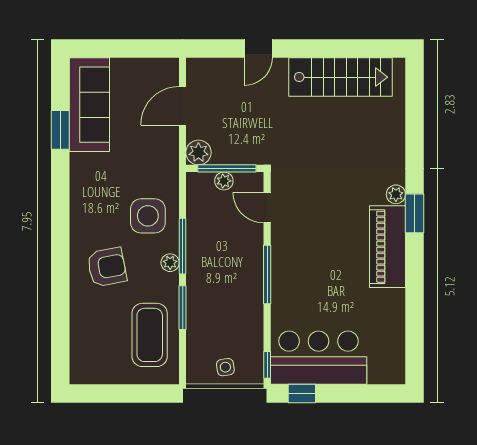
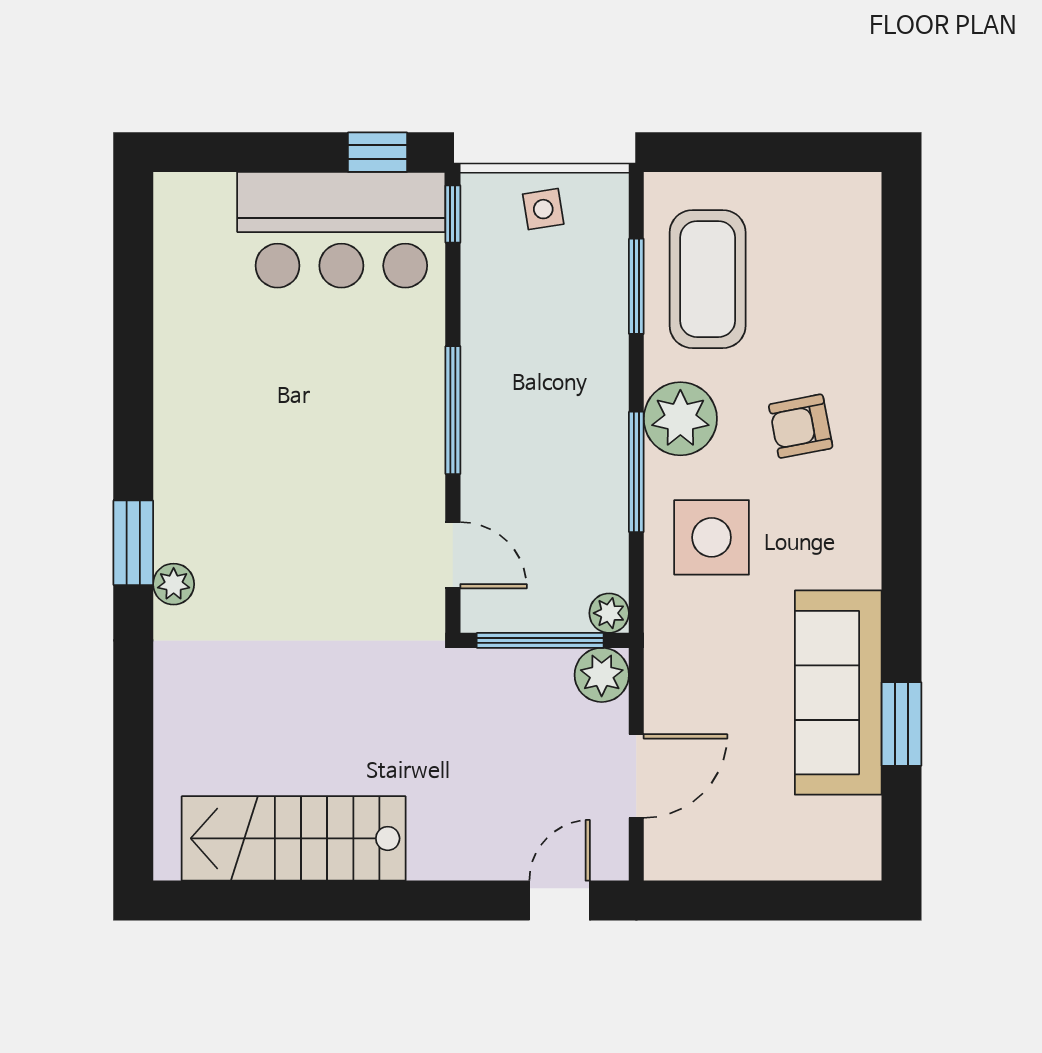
door: (258, 48) -> (560, 901), moved
sofa: (89, 105) -> (838, 693), moved
plant: (224, 181) -> (609, 613), moved
piano: (388, 247) -> (192, 471), removed
plant: (170, 263) -> (680, 419), width x1.88, depth x1.88
armchair: (107, 267) -> (801, 426), width x0.72, depth x0.72
window: (183, 308) -> (636, 286), moved

